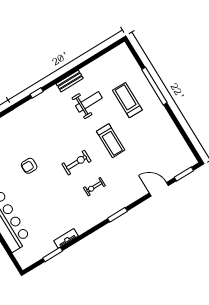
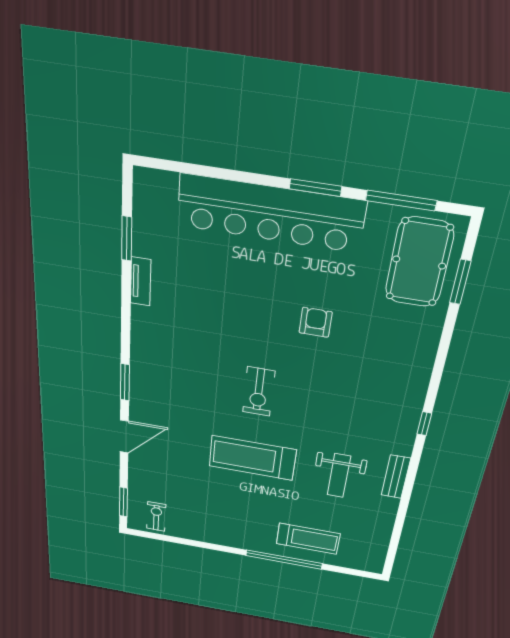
treadmill: (127, 100) -> (308, 539), moved
treadmill: (111, 141) -> (252, 458), width x1.37, depth x1.38
exercise bike: (94, 187) -> (156, 516), moved
door: (159, 189) -> (124, 436), moved

